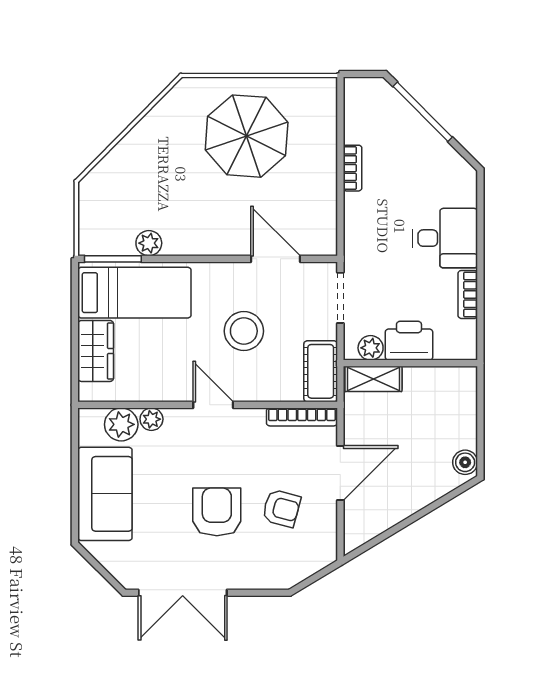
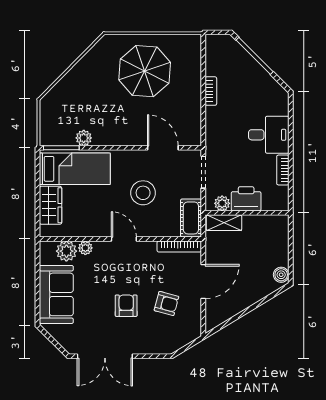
armchair: (217, 512) -> (126, 306), width x0.72, depth x0.72

